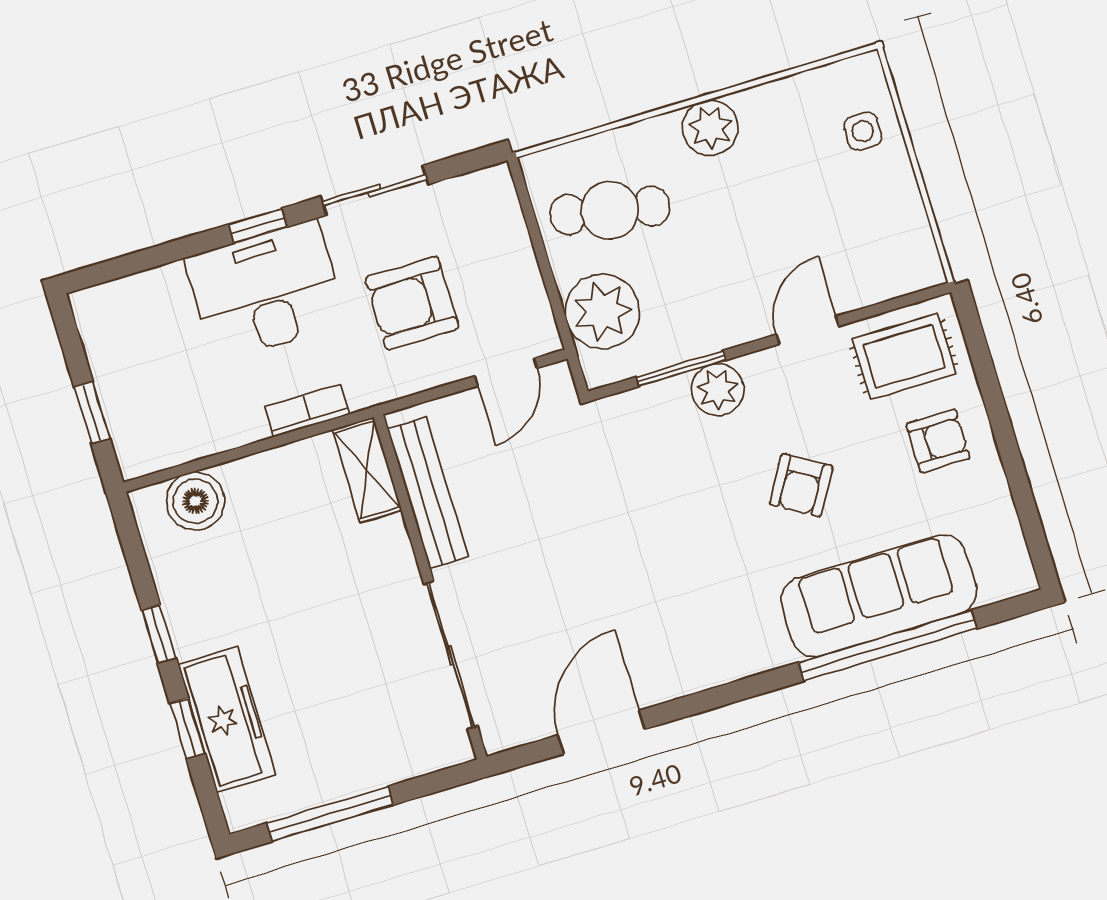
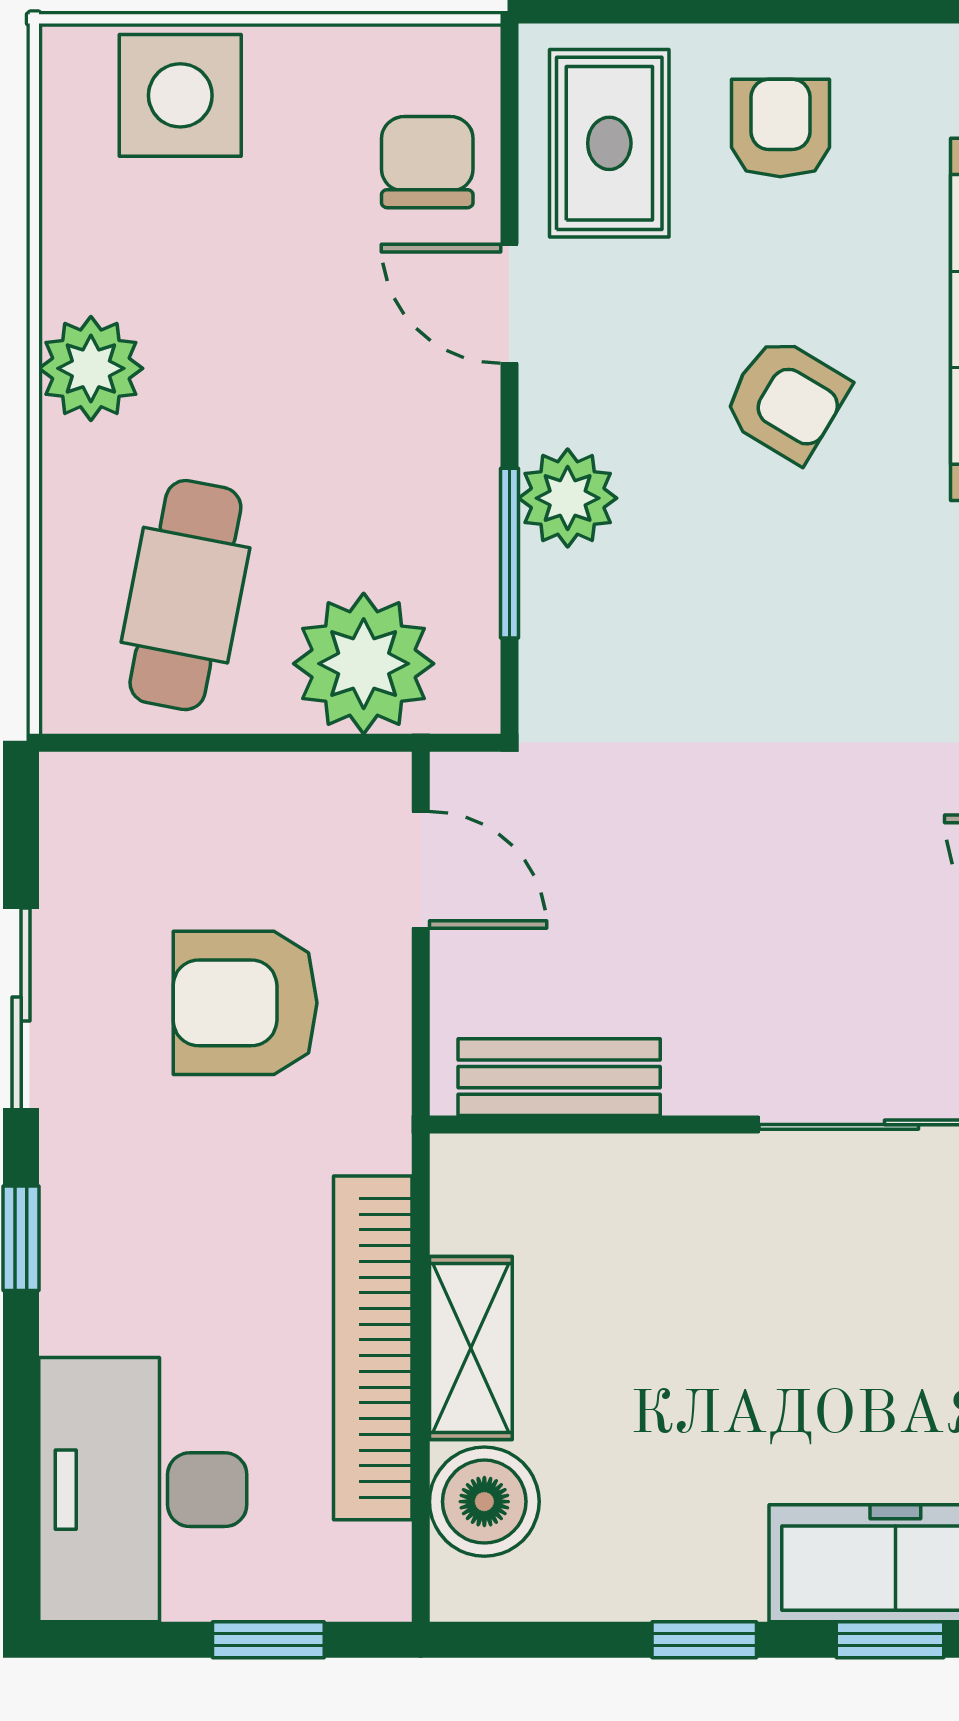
side table: (863, 131) -> (180, 95), width x1.87, depth x1.87
chair: (867, 267) -> (427, 162), added
desk: (266, 291) -> (143, 1490), moved
armchair: (412, 303) -> (245, 1003), turned 90
bookcase: (307, 411) -> (373, 1348), width x2.31, depth x1.31
shelving: (367, 470) -> (471, 1348), moved, turned 90
bench: (428, 493) -> (559, 1077), width x0.73

